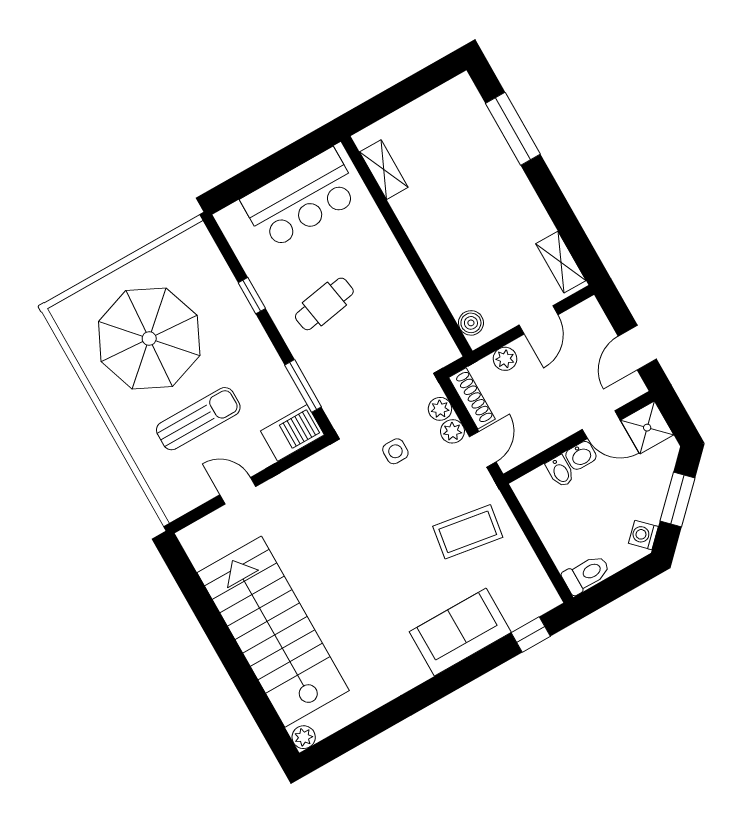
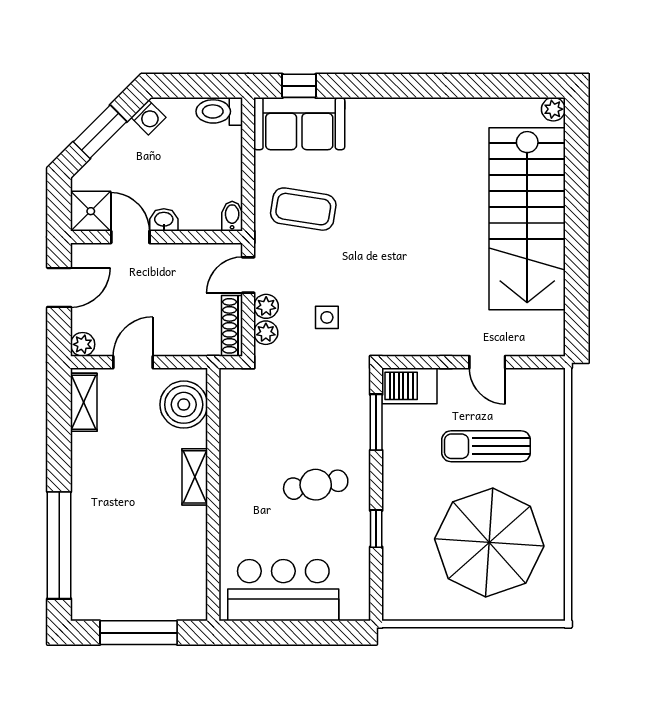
window: (403, 93) -> (139, 633), added
window: (513, 129) -> (59, 545), width x1.46
shelving: (384, 170) -> (195, 477), moved
boiler: (471, 323) -> (184, 405), width x1.86, depth x1.86
plant: (505, 359) -> (83, 344), moved
bidet: (560, 471) -> (232, 216), moved
sofa: (460, 632) -> (299, 124), moved

